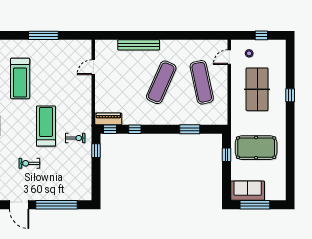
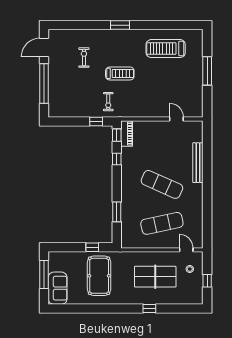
treadmill: (46, 126) -> (120, 73), width x0.73, depth x0.73
sofa: (248, 191) -> (58, 288), moved

